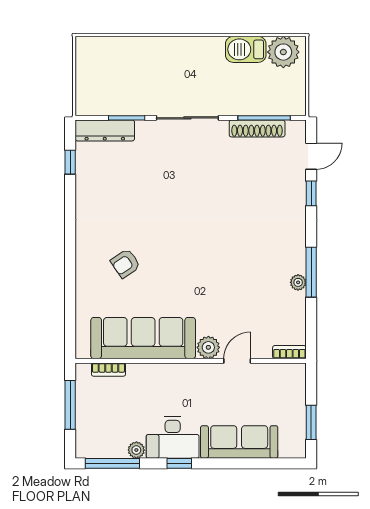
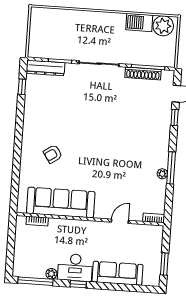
plant: (208, 347) -> (102, 211), removed
window: (70, 405) -> (11, 242), removed

